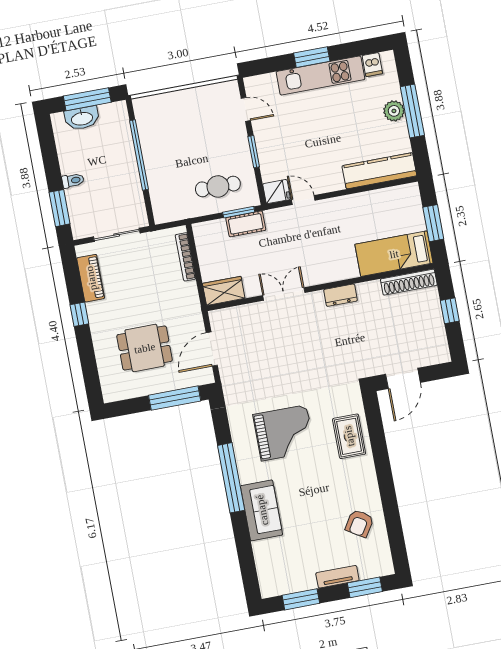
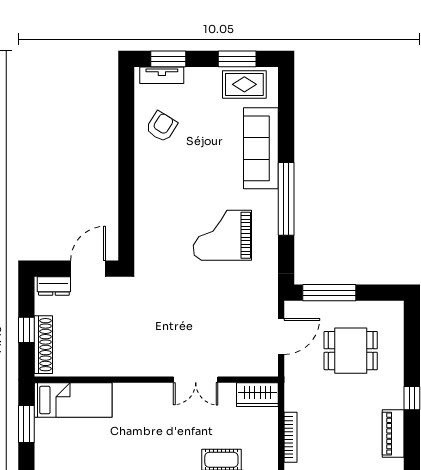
shoe rack: (409, 282) -> (43, 345), moved, turned 90
dresser: (341, 295) -> (54, 286), moved, turned 180
rug: (349, 436) -> (244, 84), moved, turned 90
sofa: (262, 510) -> (261, 148), width x1.36
tv unit: (337, 577) -> (162, 75), moved

